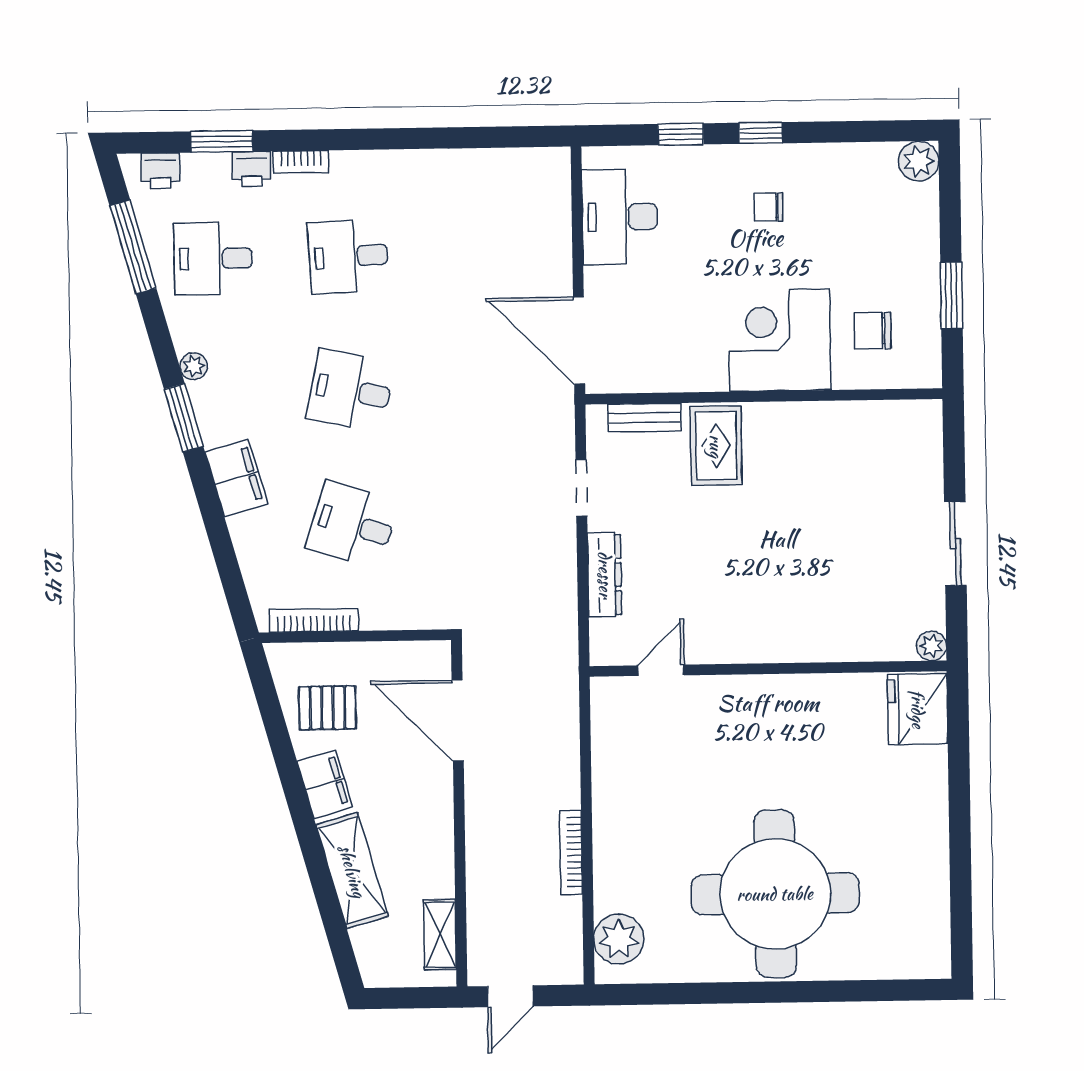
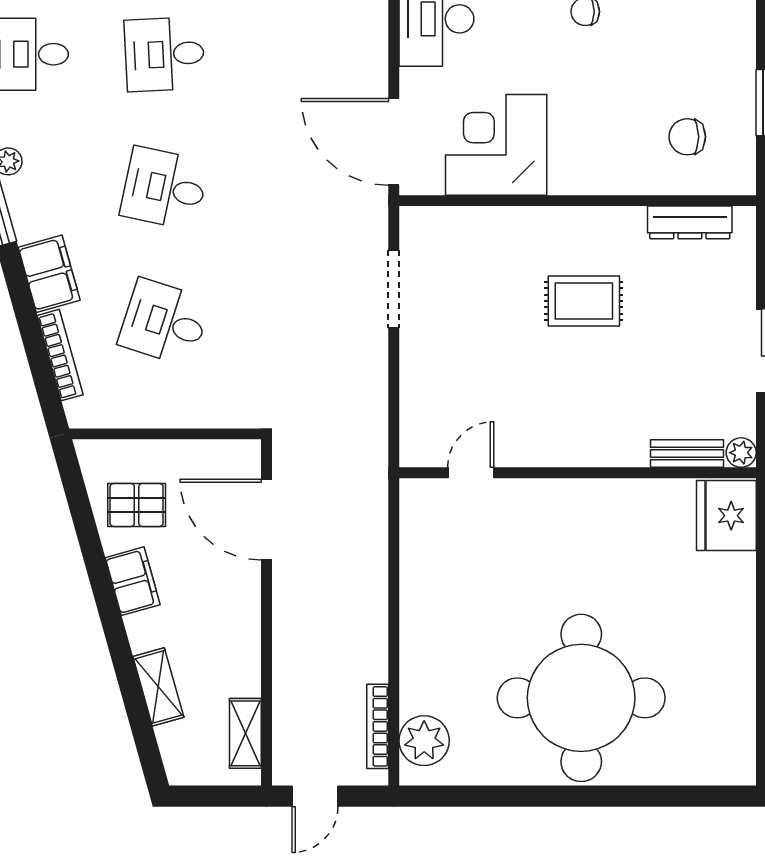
corner desk: (780, 340) -> (496, 145), moved
bench: (644, 417) -> (687, 454), moved
rug: (716, 446) -> (584, 301), moved, turned 90
doorway: (581, 488) -> (394, 289), width x1.38
dresser: (605, 575) -> (690, 222), moved, turned 90
bookcase: (314, 620) -> (60, 355), moved, turned 74
bookcase: (571, 852) -> (378, 726), moved
shelving: (352, 871) -> (158, 687), width x0.67, depth x0.75

